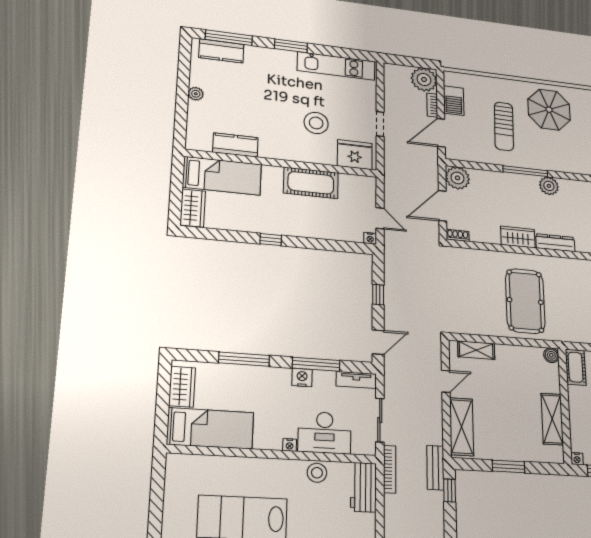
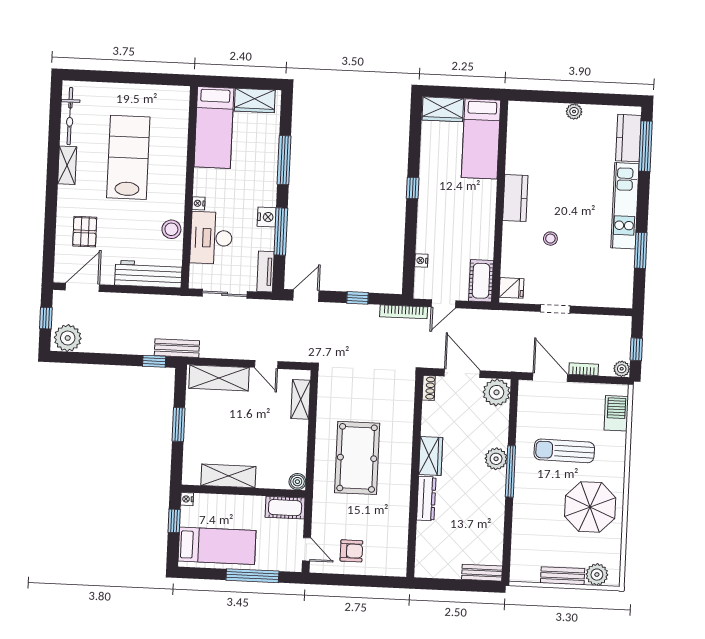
window: (291, 46) -> (641, 250), moved
window: (412, 62) -> (636, 349), added
kitchen unit: (336, 66) -> (625, 206), moved
plant: (424, 80) -> (622, 369), width x0.53, depth x0.53
barbecue: (454, 101) -> (616, 413), moved, turned 90
stool: (316, 123) -> (550, 239), width x0.53, depth x0.53
kitchen counter: (235, 145) -> (515, 198), moved
fridge: (355, 155) -> (512, 288), width x0.53, depth x0.75
cot: (311, 183) -> (481, 281), moved, width x0.73, depth x0.75
plant: (549, 186) -> (496, 459), moved
nightstand: (370, 238) -> (421, 261), moved
pool table: (525, 301) -> (357, 458), turned 90
door: (378, 342) -> (306, 296), swing flipped
bookcase: (390, 469) -> (404, 312), moved
workbench: (363, 487) -> (148, 274), width x1.37

